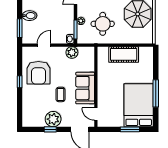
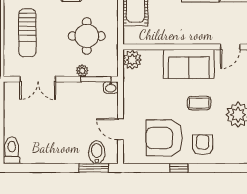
bidet: (29, 16) -> (97, 152), moved
plant: (72, 52) -> (132, 60), moved
armchair: (38, 73) -> (164, 138), turned 180
armchair: (34, 97) -> (203, 145), added

